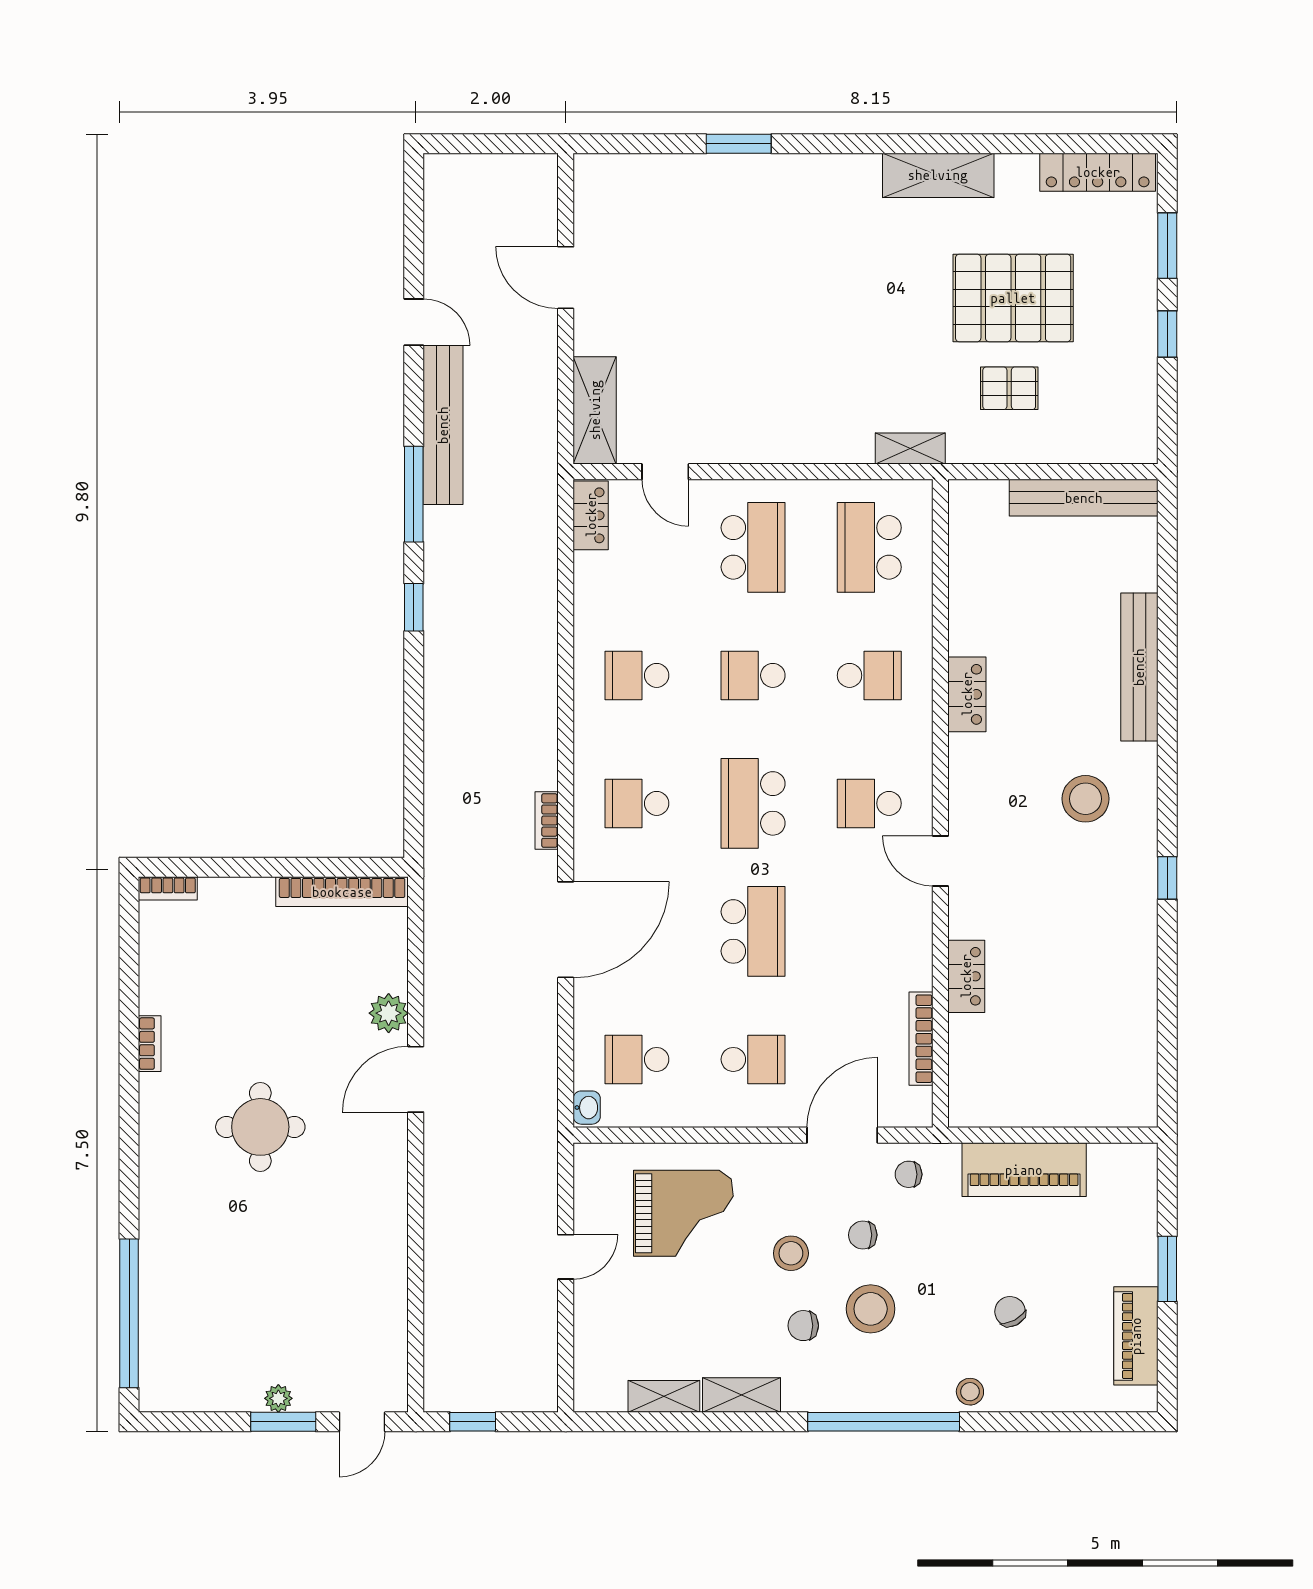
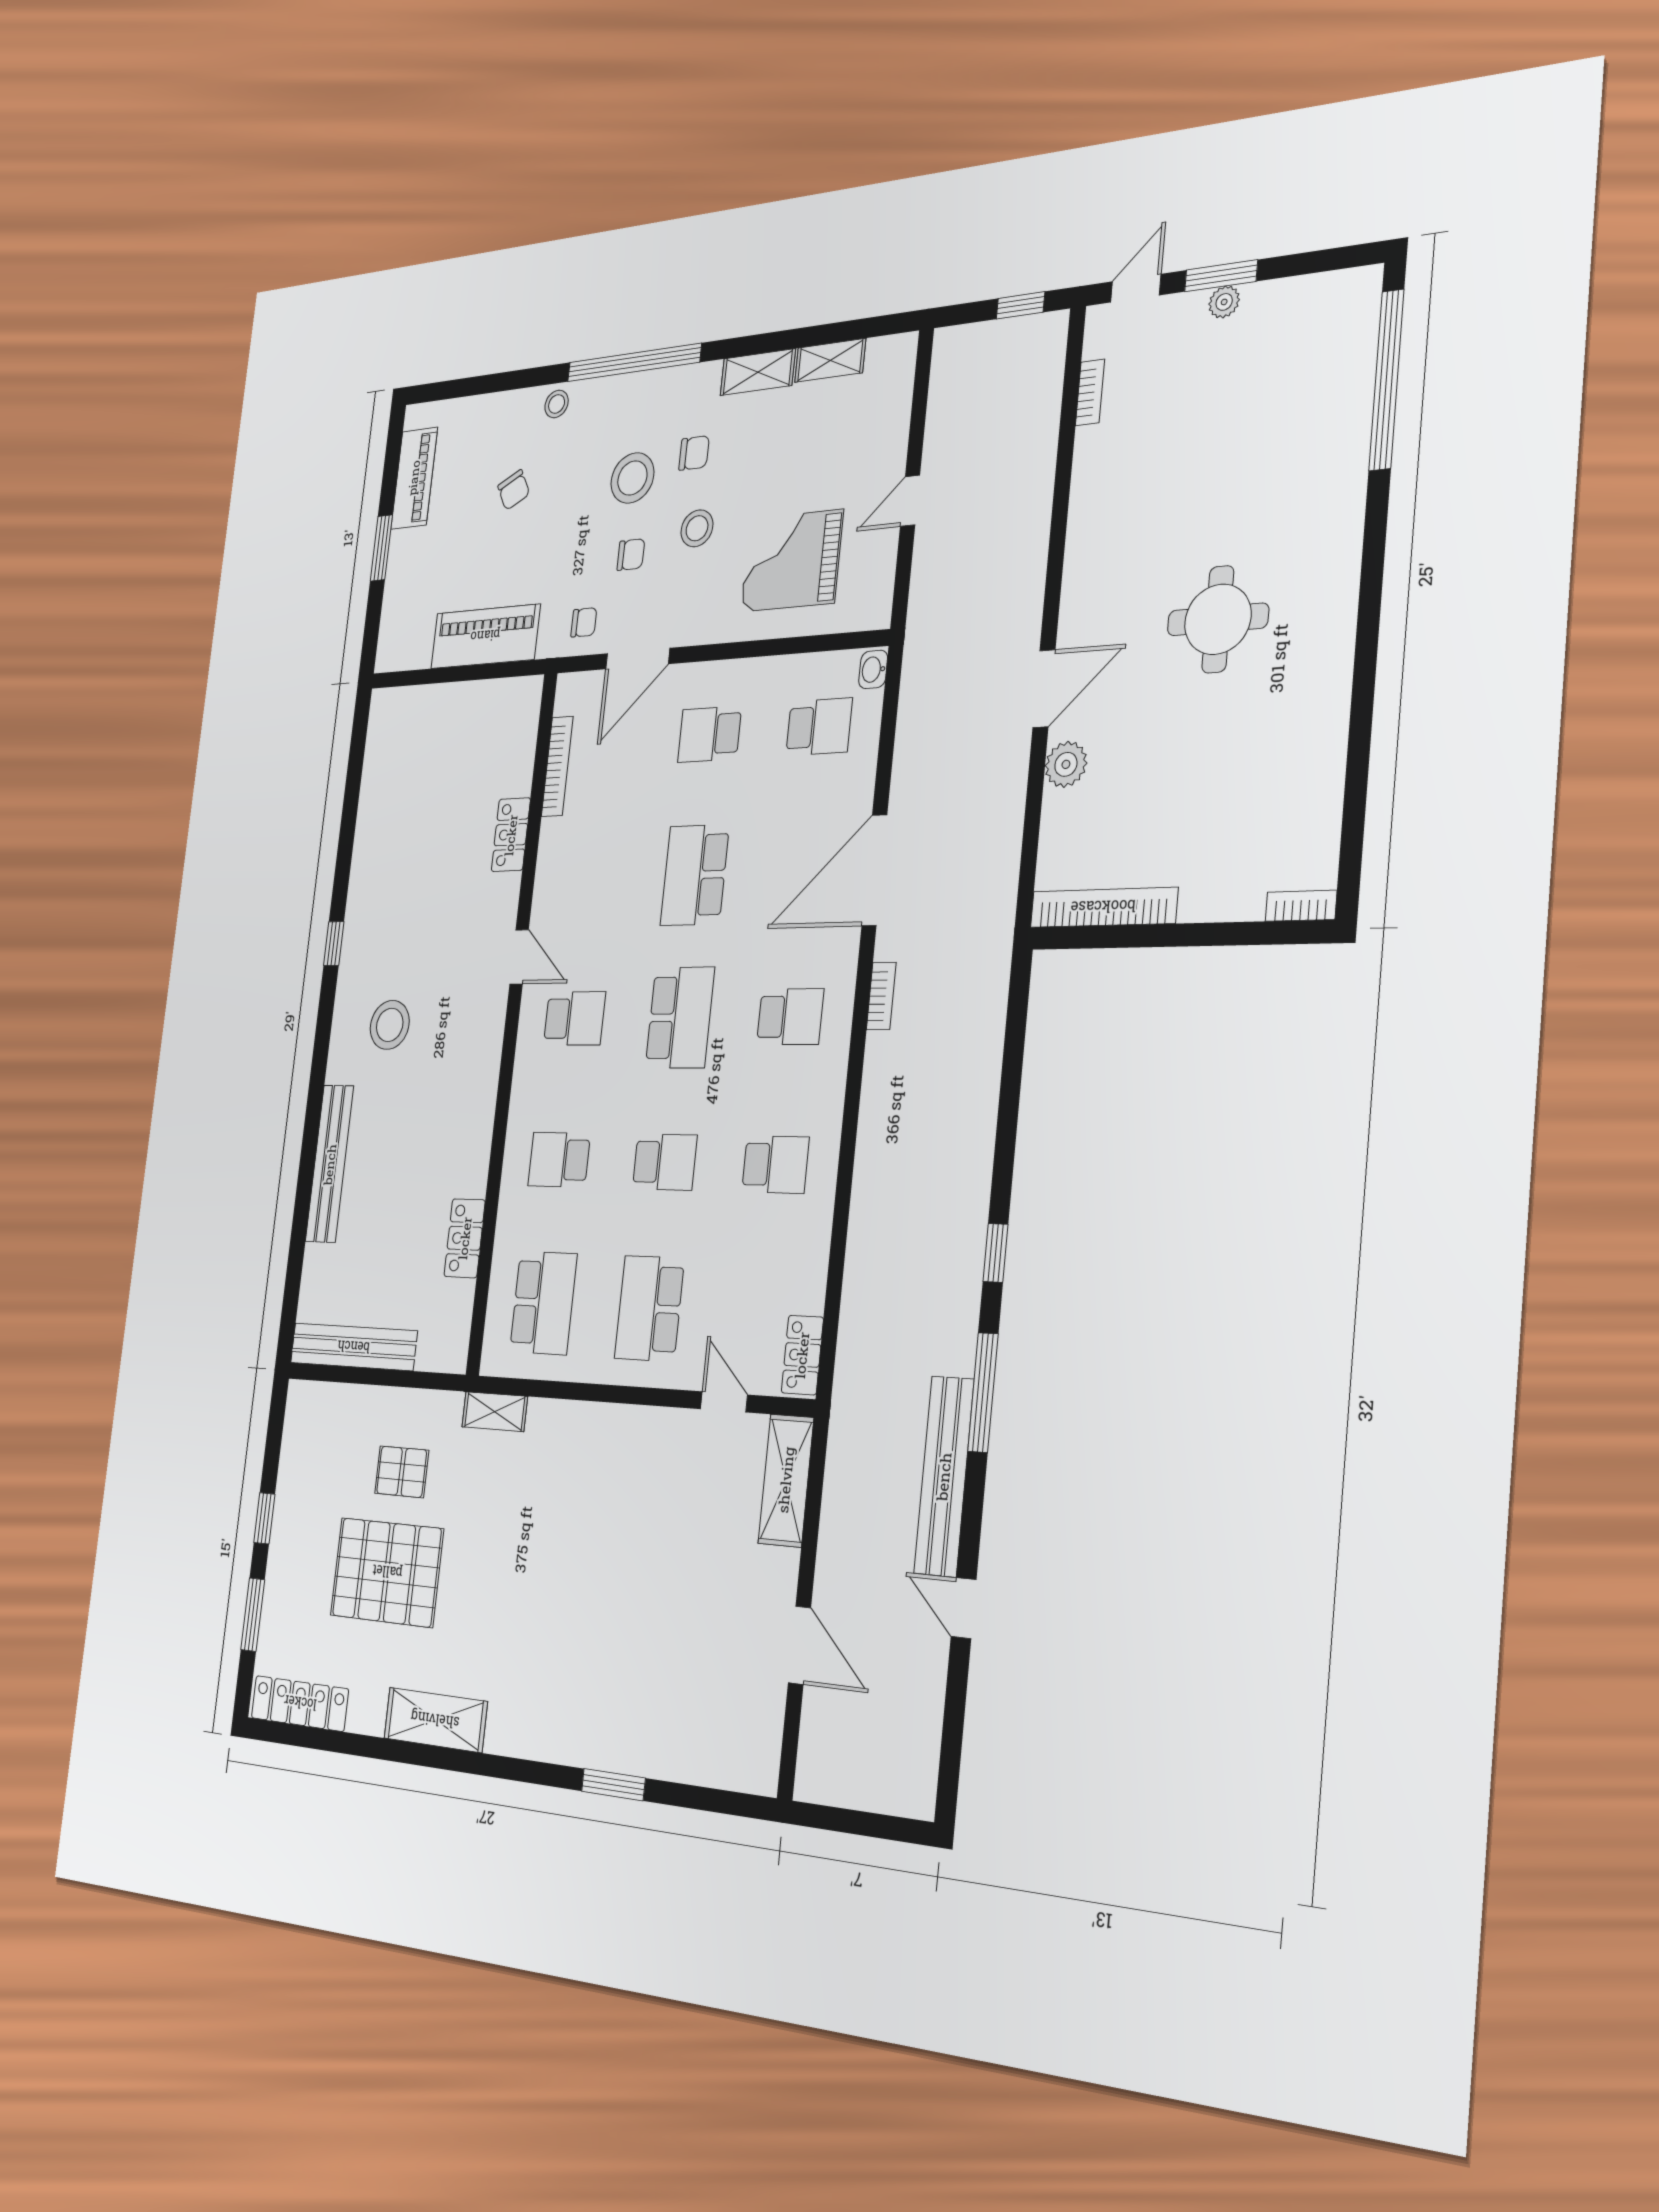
locker: (967, 694) -> (465, 1238), moved
bookcase: (150, 1044) -> (1090, 392), moved, turned 180

